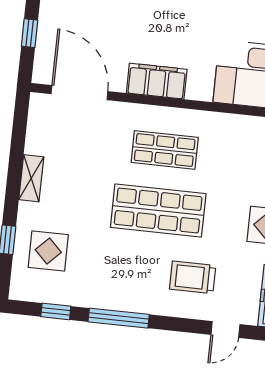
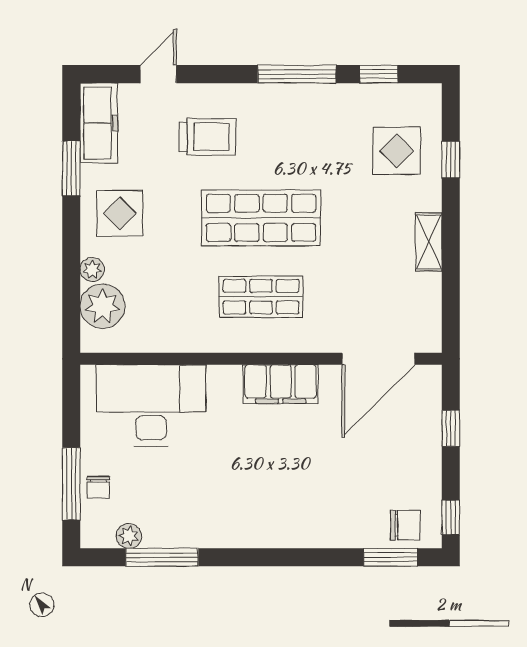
door: (79, 93) -> (378, 359), hinge flipped

